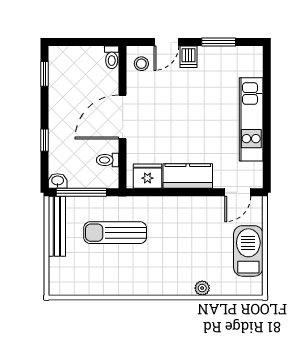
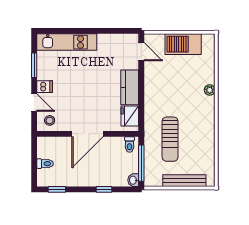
toilet: (112, 57) -> (45, 164), moved
door: (123, 117) -> (88, 134), hinge flipped
kitchen unit: (251, 119) -> (67, 42), moved
toilet: (108, 160) -> (130, 144), moved
bench: (57, 226) -> (184, 181), moved
plant: (202, 288) -> (210, 90), moved

